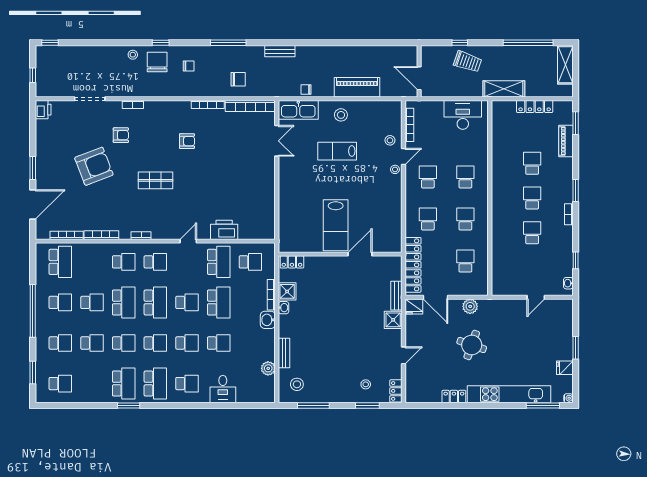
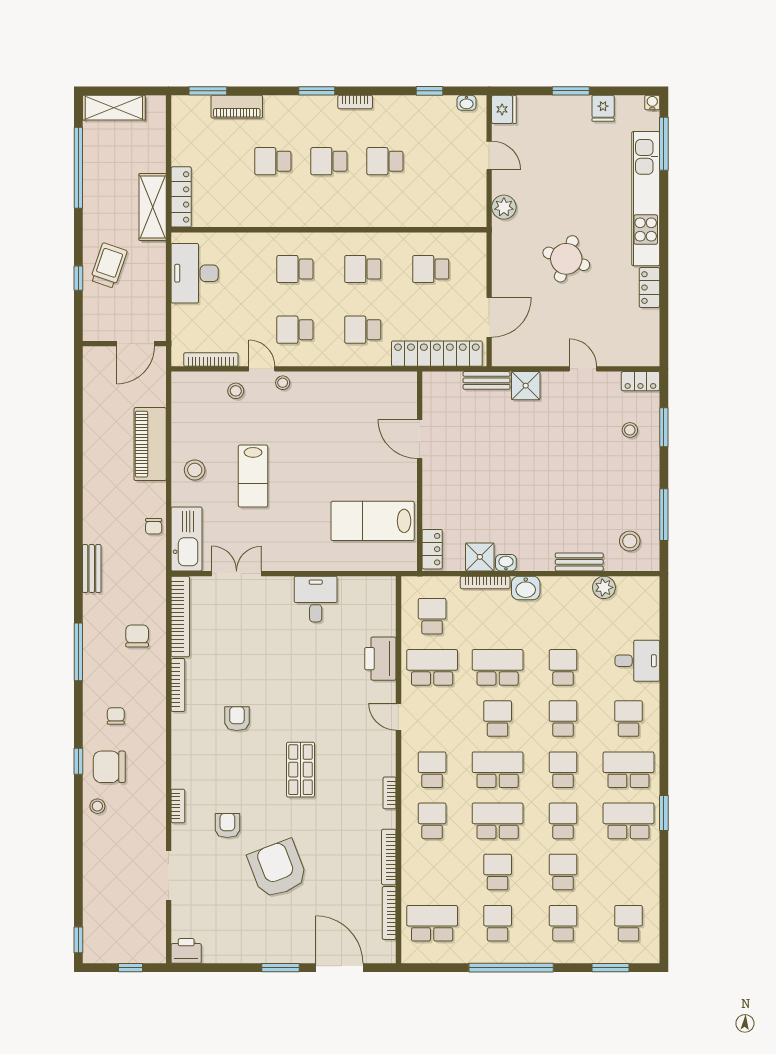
locker: (535, 107) -> (181, 197), moved
desk: (261, 190) -> (316, 599), added
lab bench: (336, 225) -> (373, 521), moved, turned 180
fridge: (414, 306) -> (504, 109), moved
plant: (470, 306) -> (504, 207), moved

